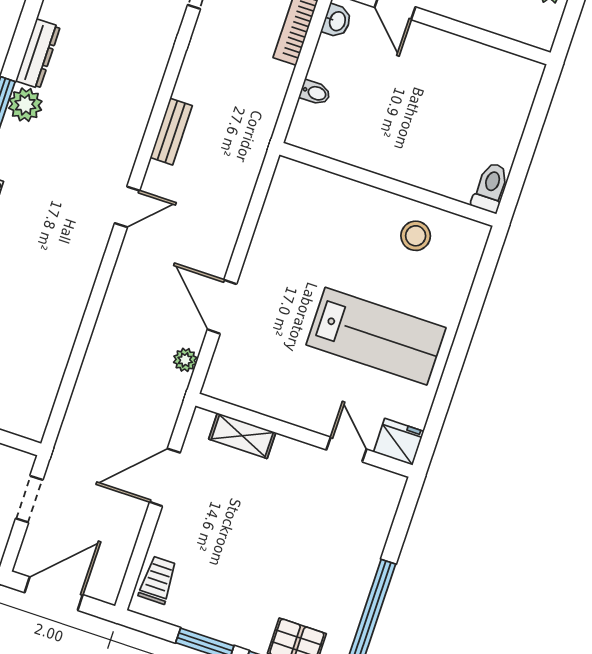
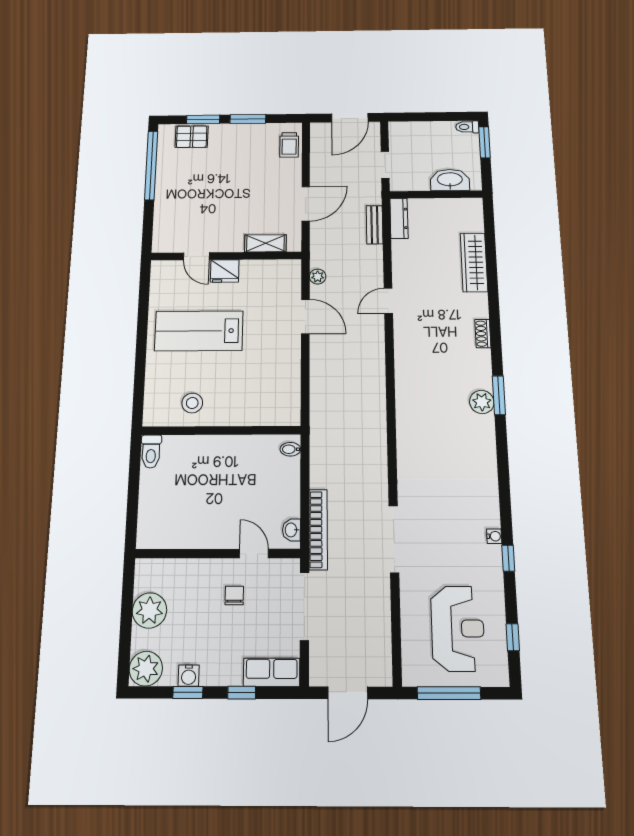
dresser: (38, 54) -> (399, 218), moved, turned 180
bidet: (315, 93) -> (290, 449), moved
bench: (171, 132) -> (375, 225), moved
door: (127, 207) -> (388, 301), moved
fridge: (399, 442) -> (225, 271), moved

